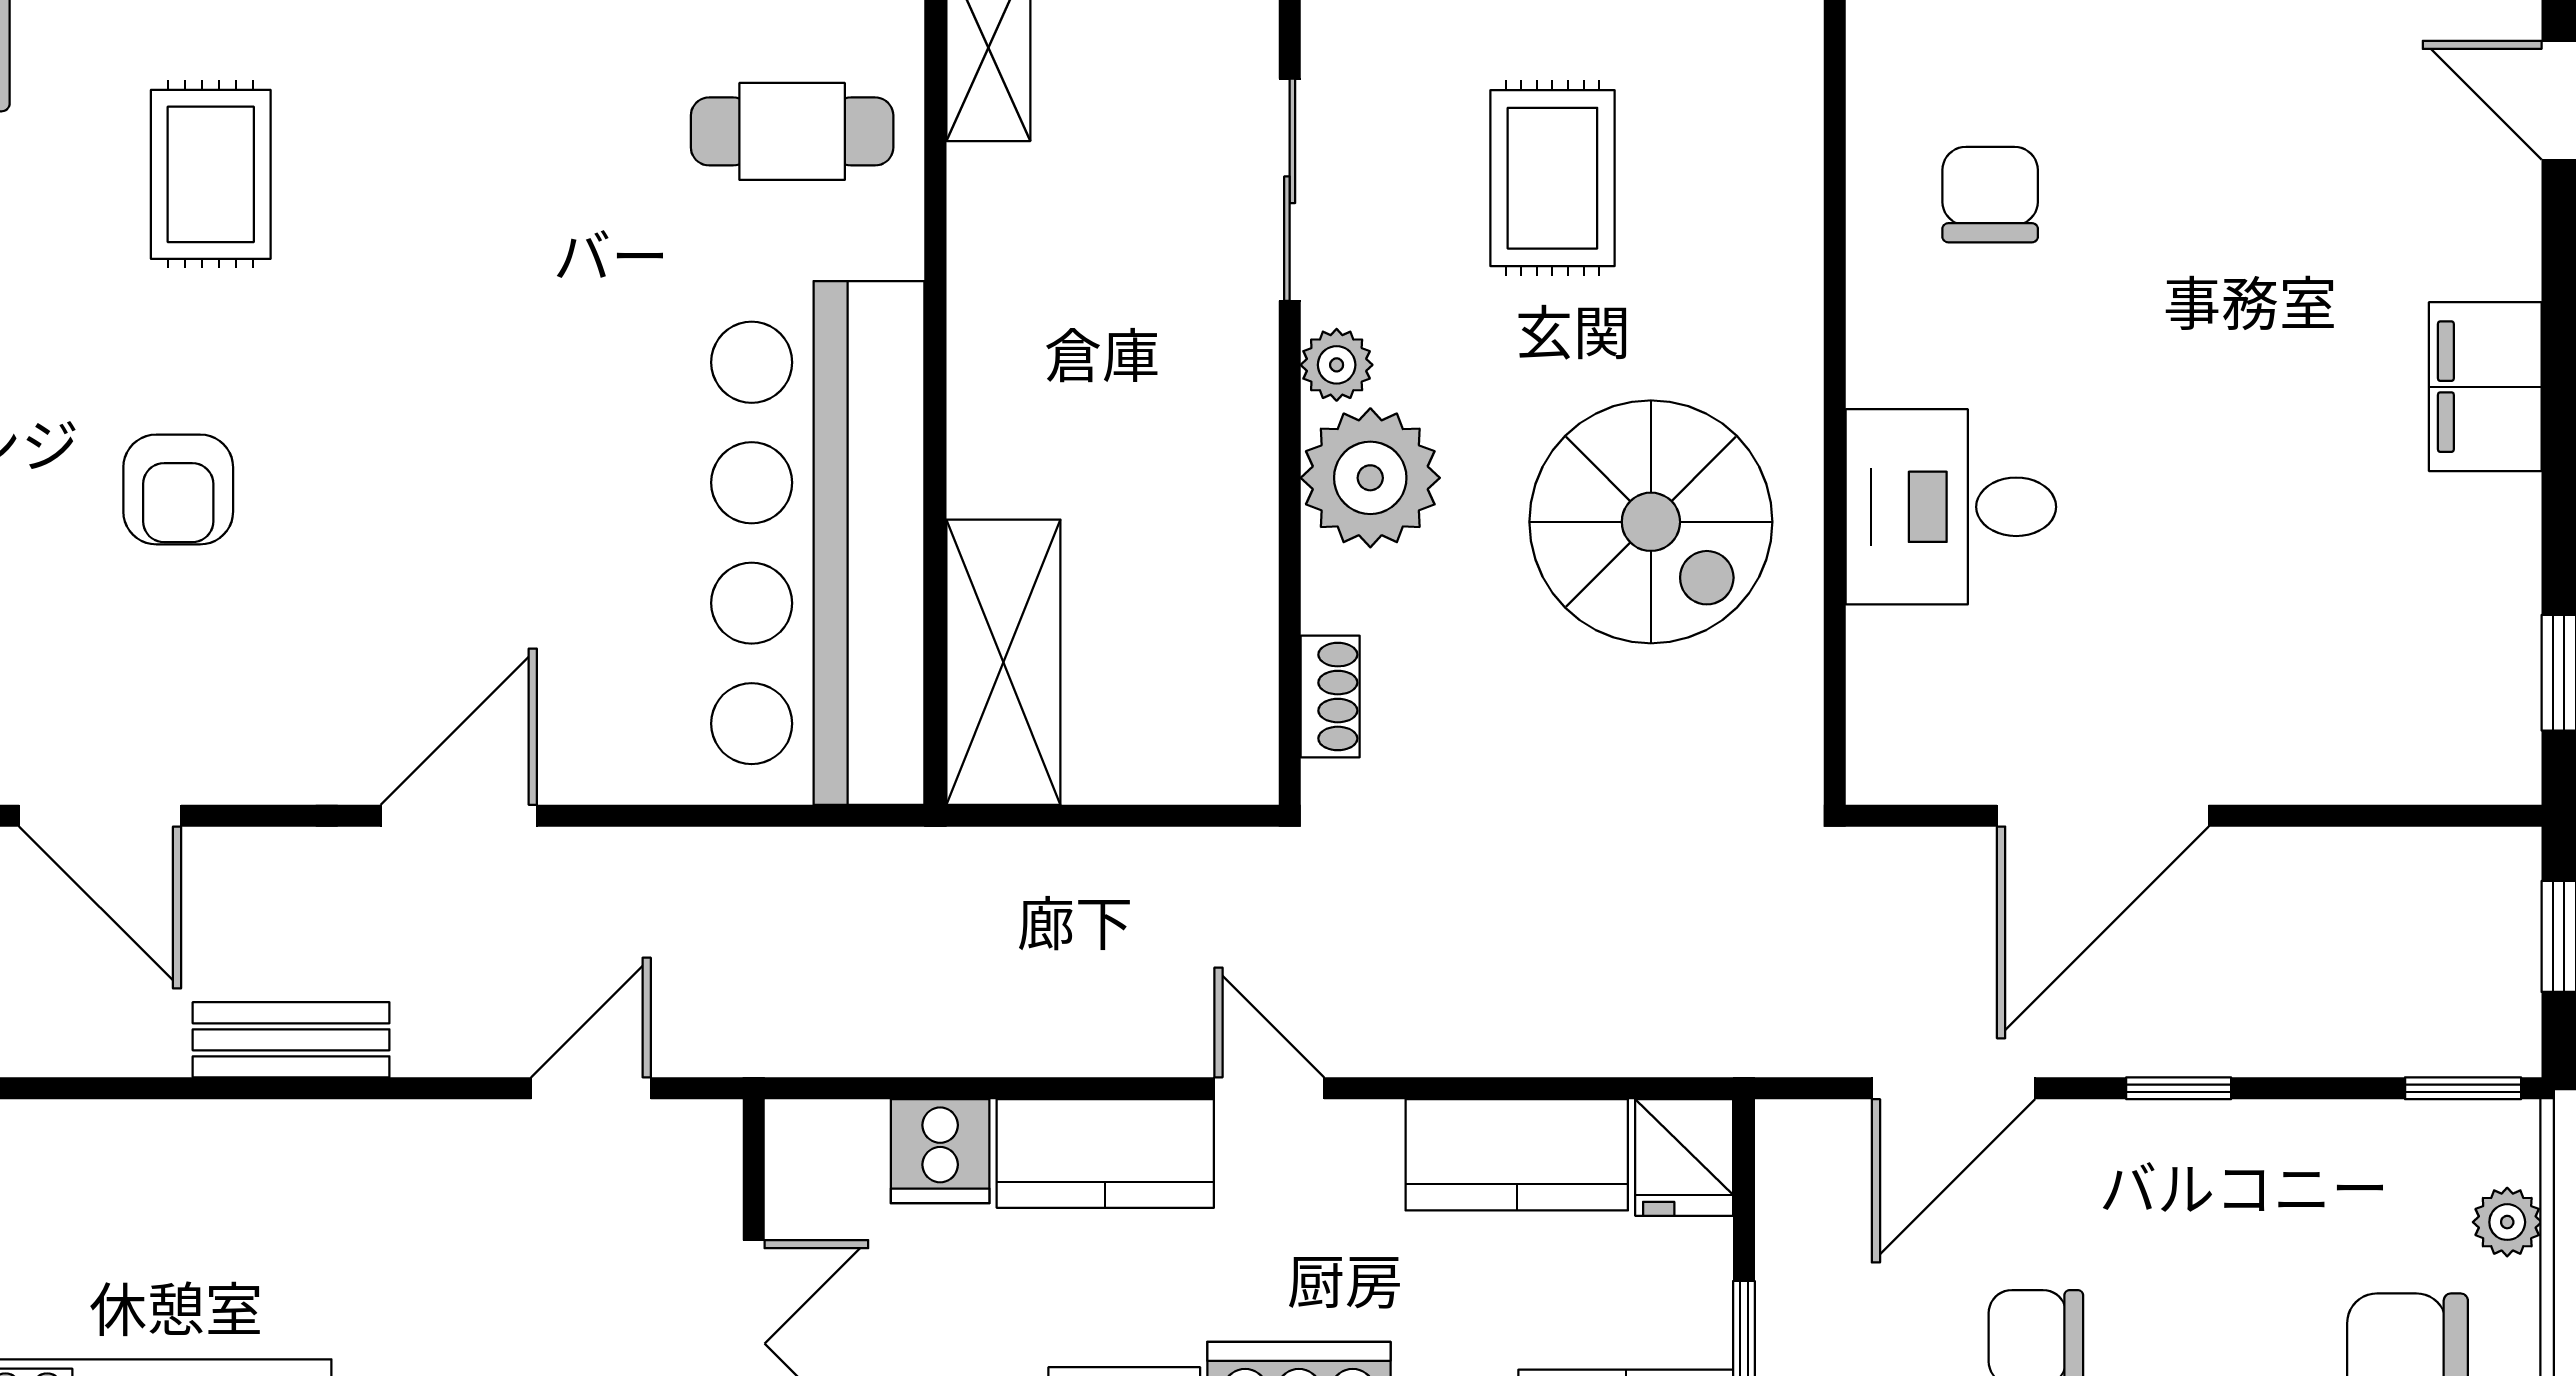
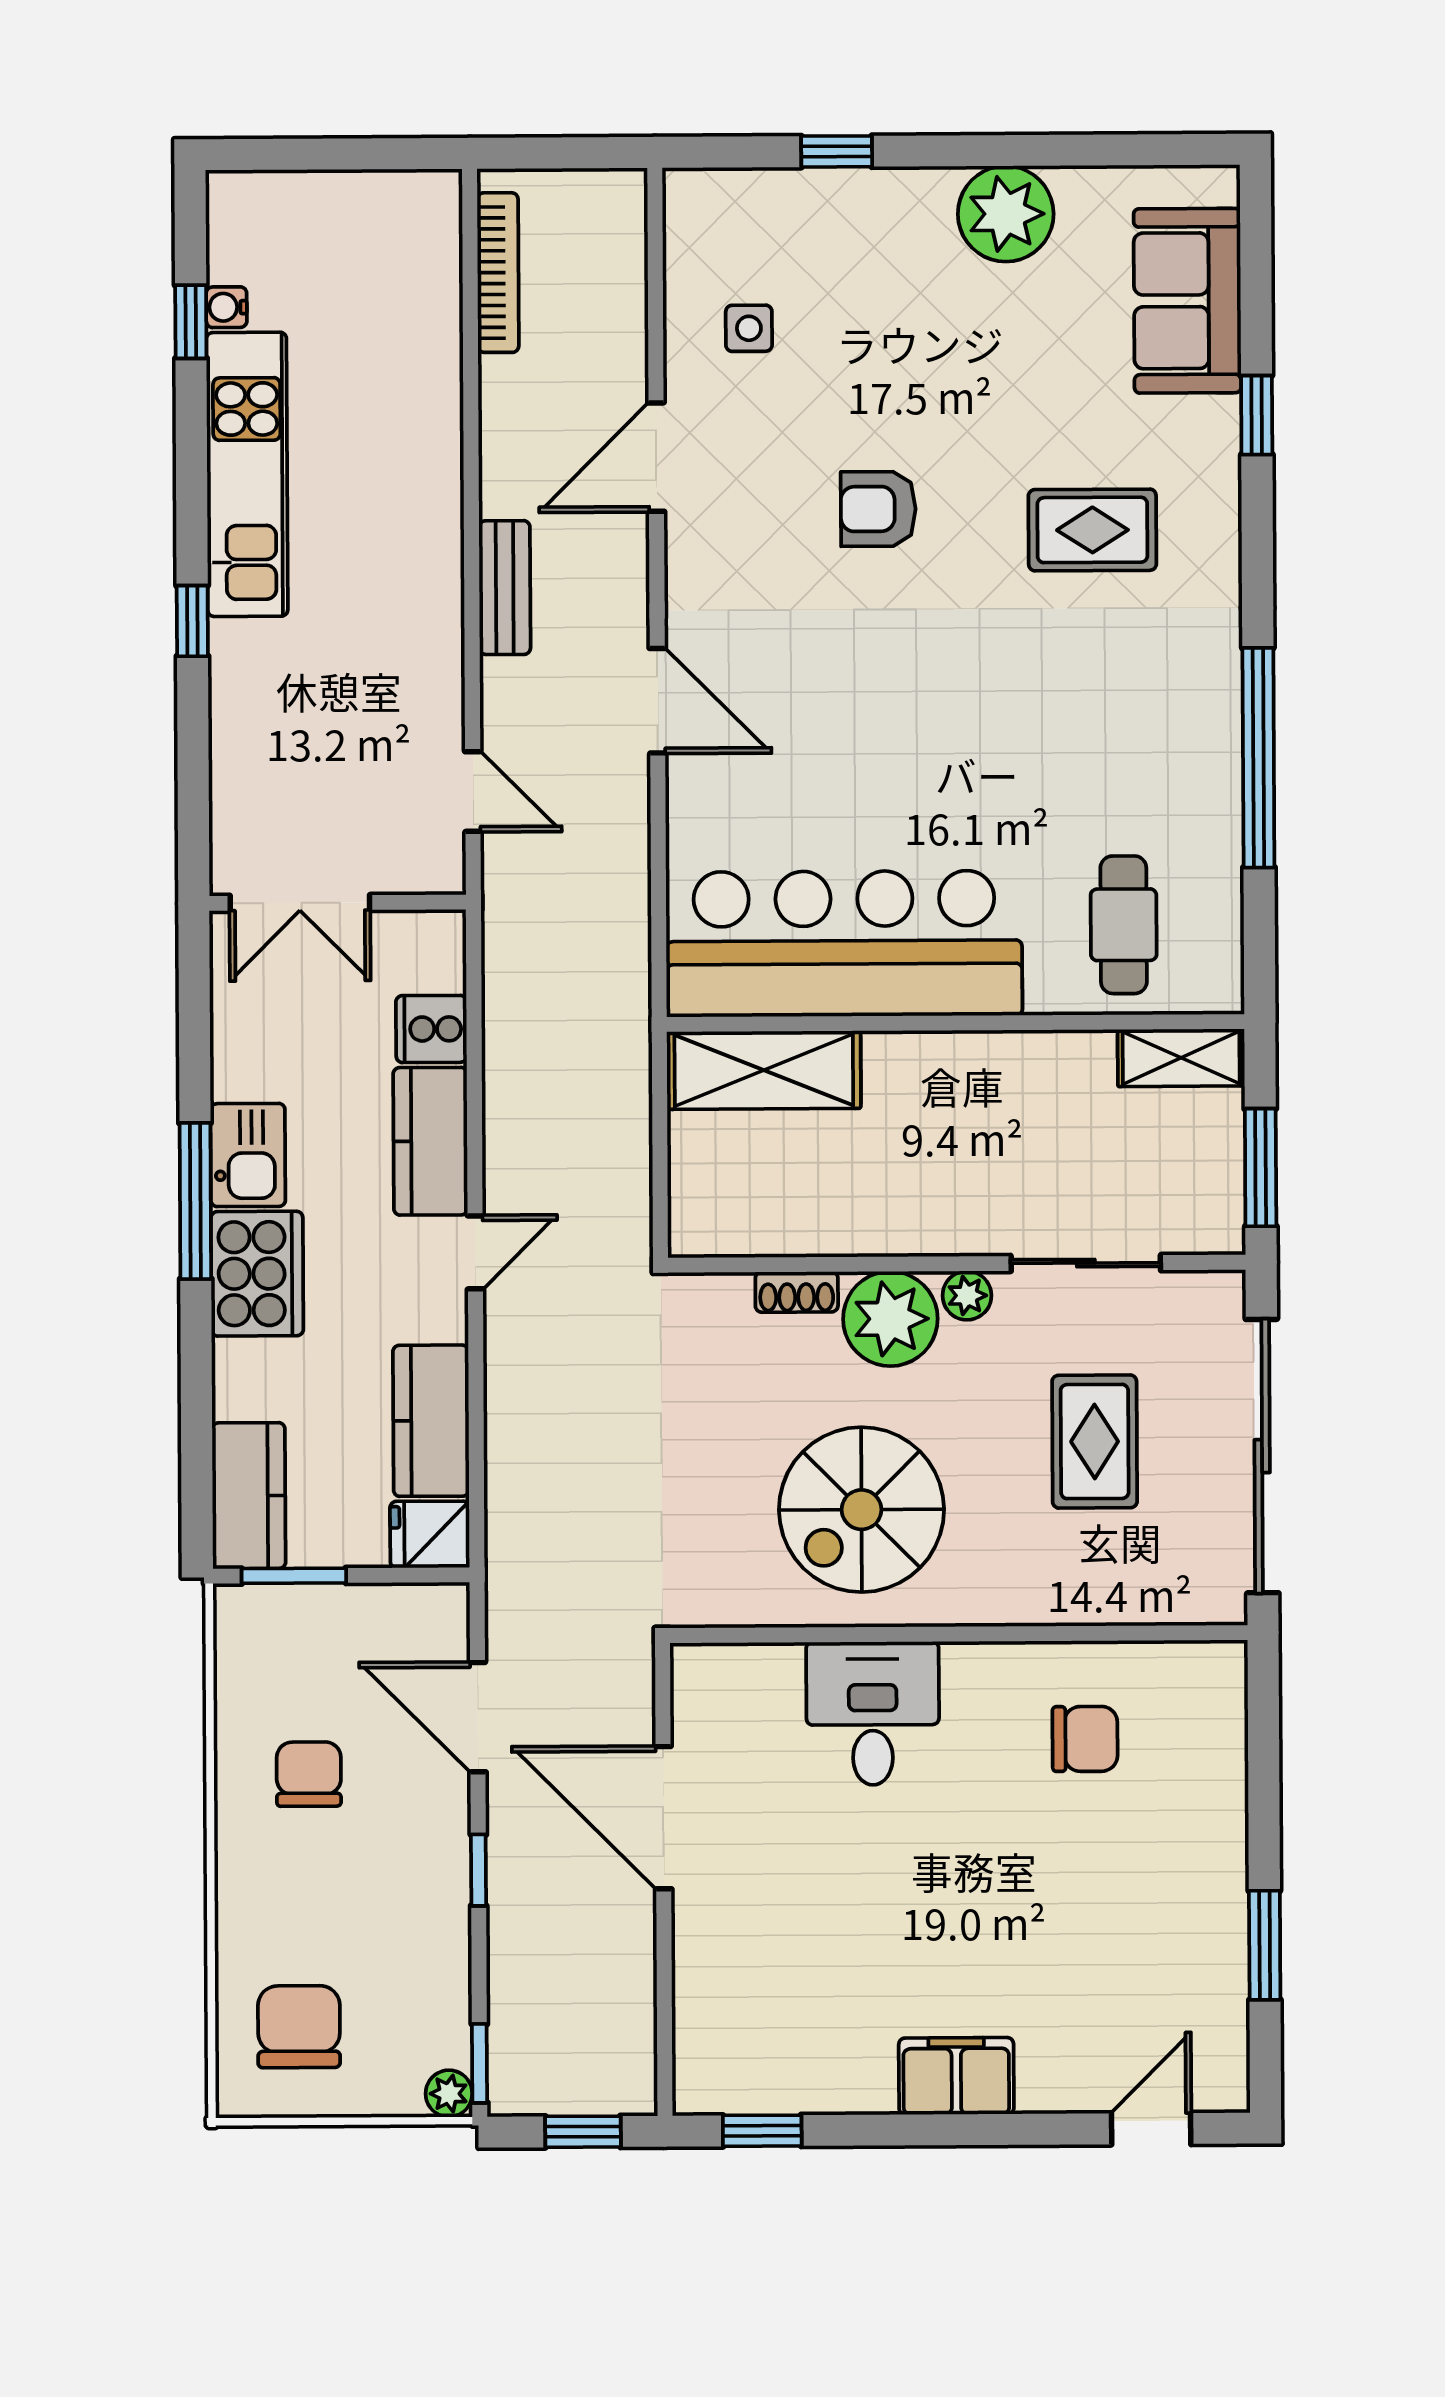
rug: (1552, 178) -> (1095, 1442), turned 90
shoe rack: (1330, 697) -> (797, 1292), moved
plant: (2507, 1222) -> (449, 2094), moved

